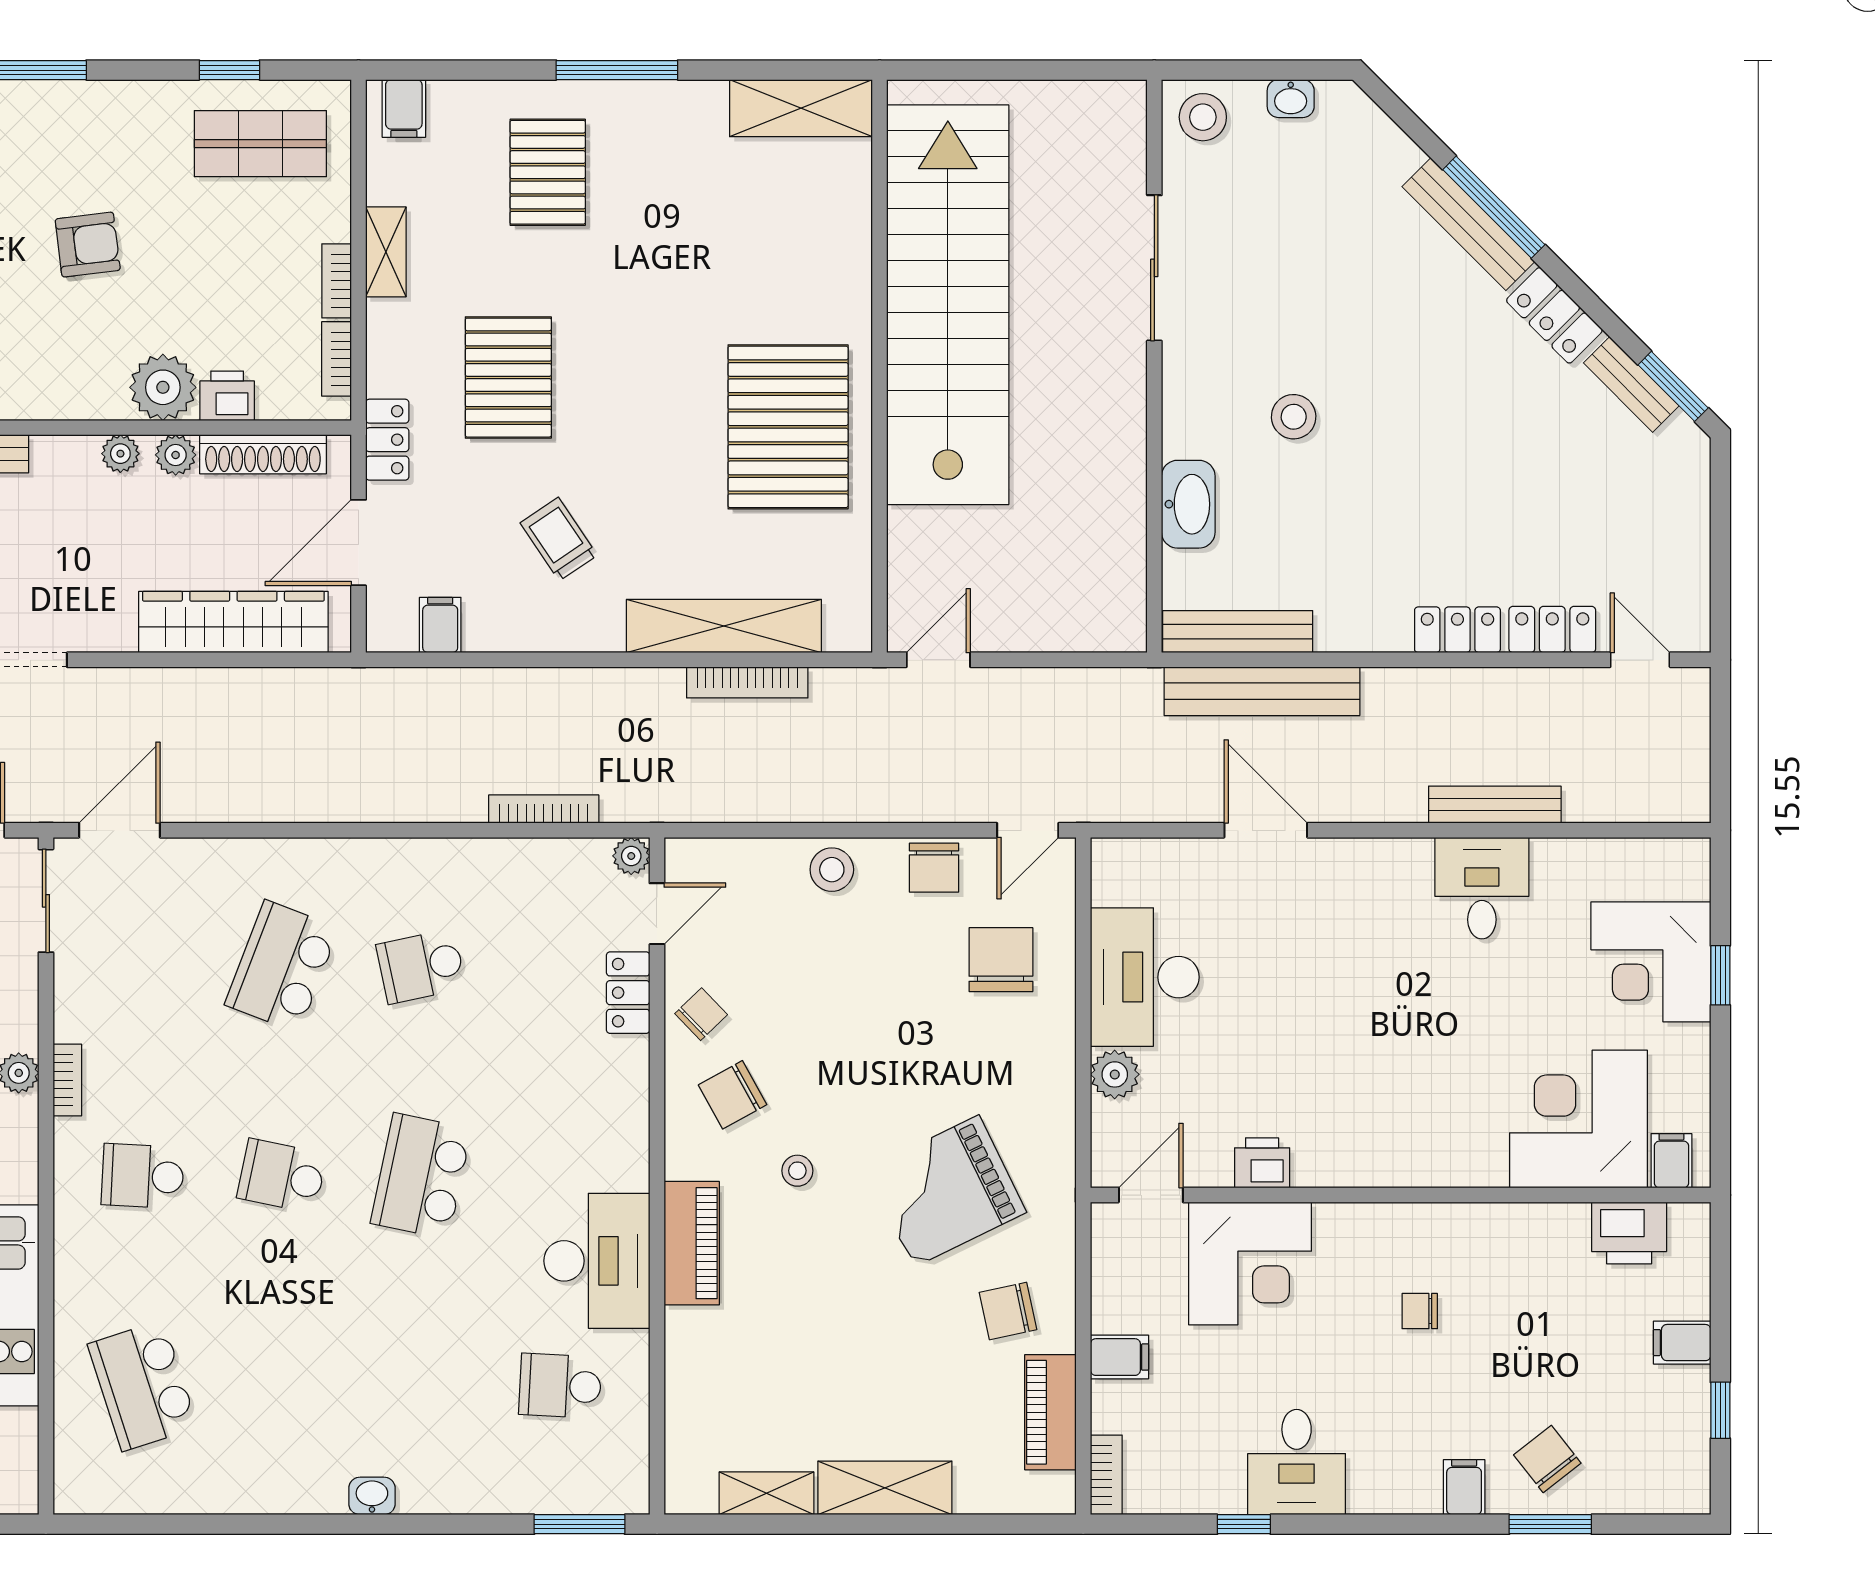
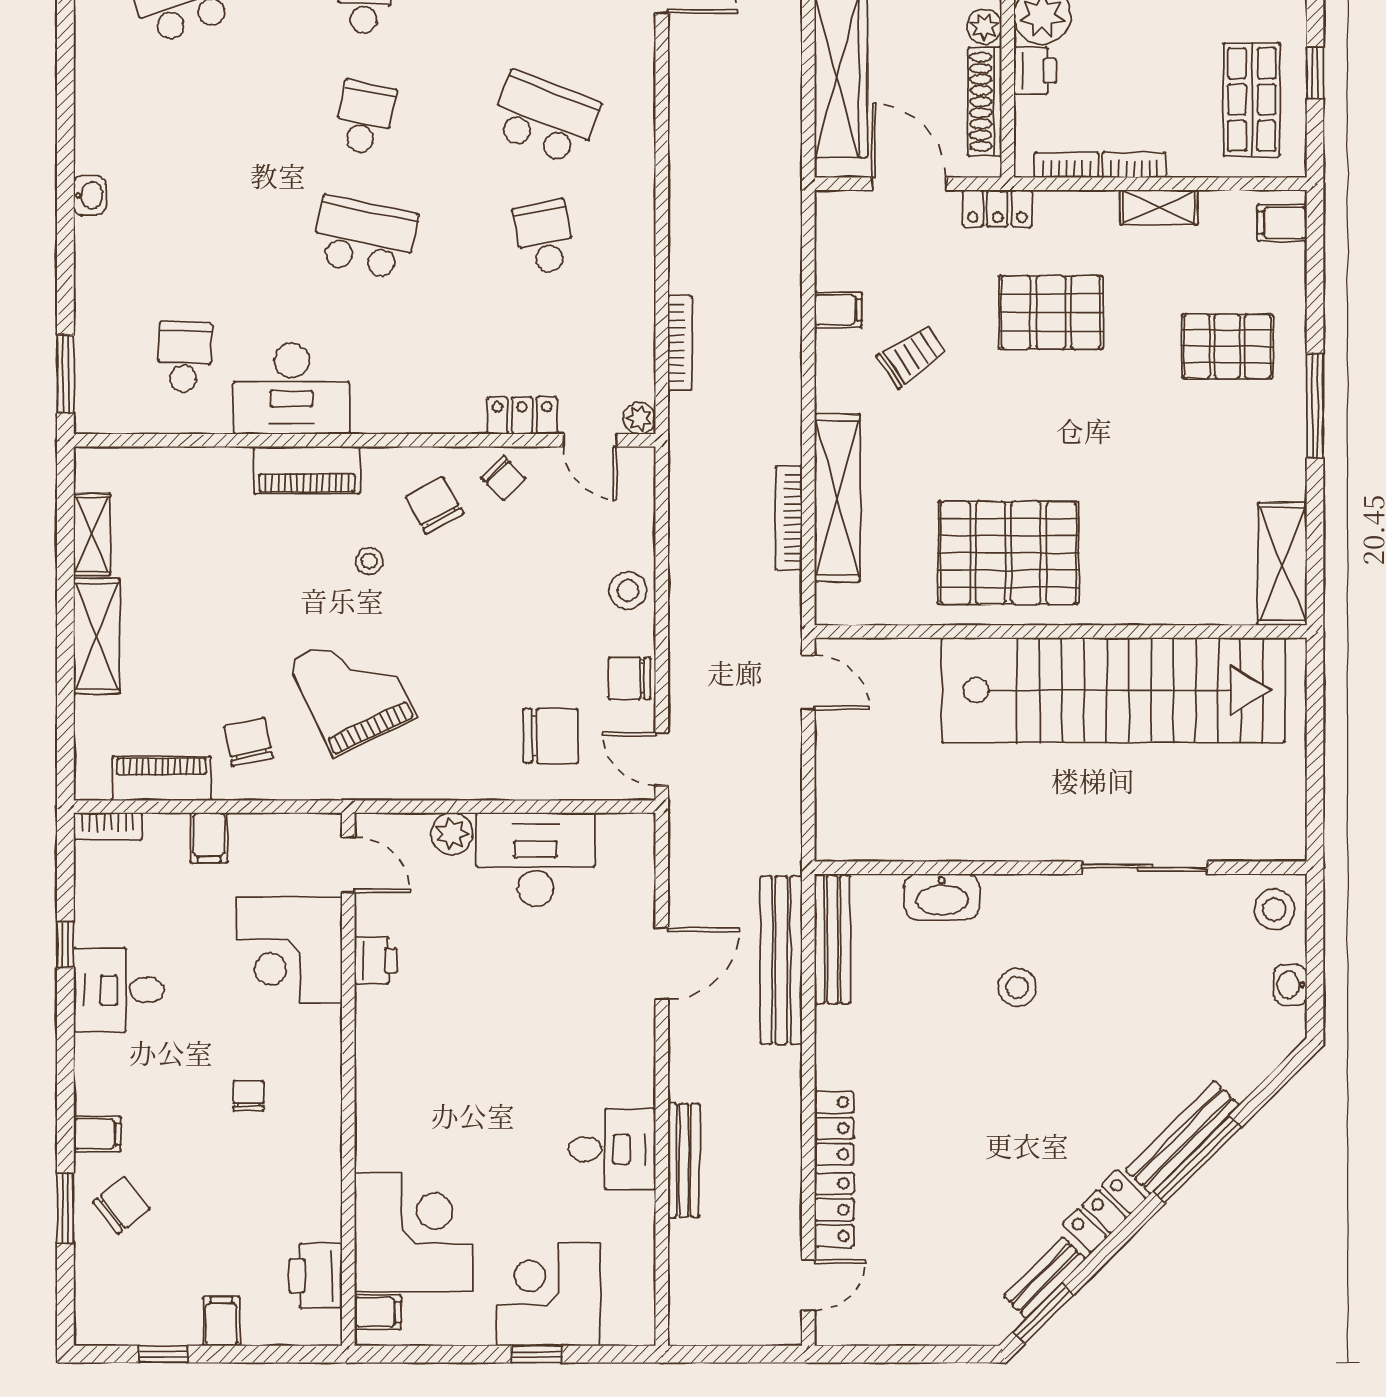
filing cabinet: (440, 625) -> (838, 310), moved

